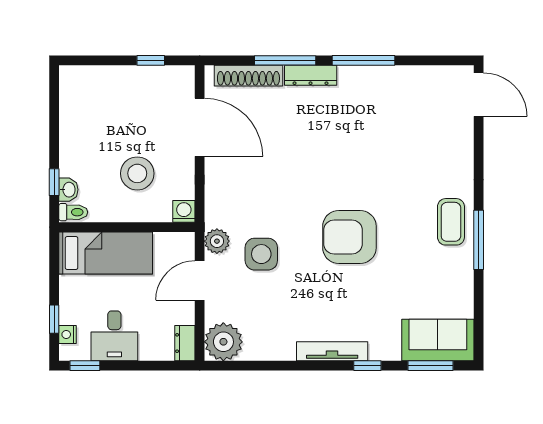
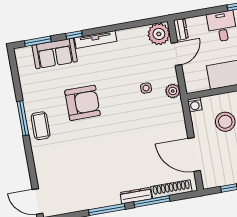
armchair: (349, 237) -> (83, 103), moved
side table: (261, 254) -> (146, 88), width x0.54, depth x0.54
door: (200, 280) -> (176, 54), moved
sofa: (438, 340) -> (55, 53), moved

